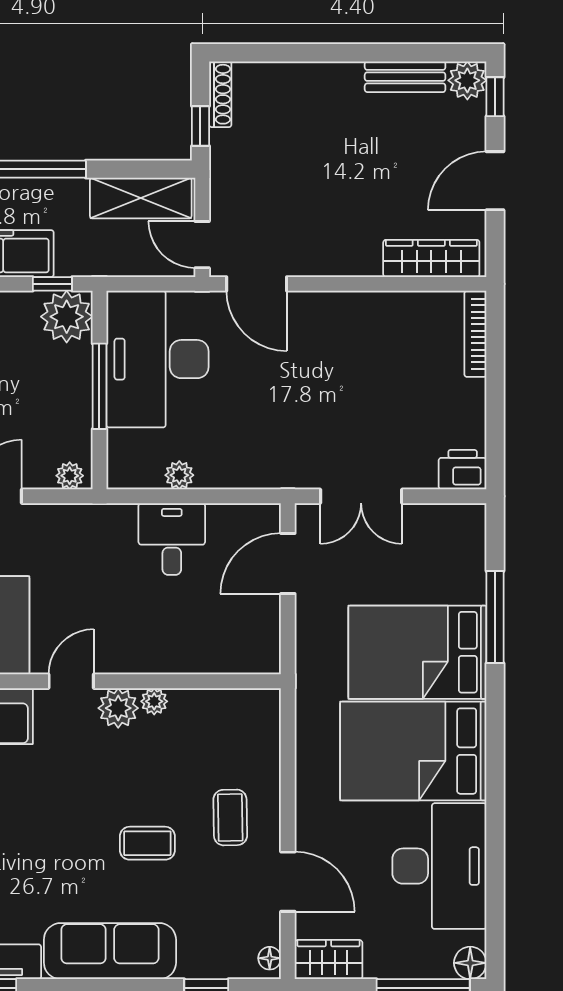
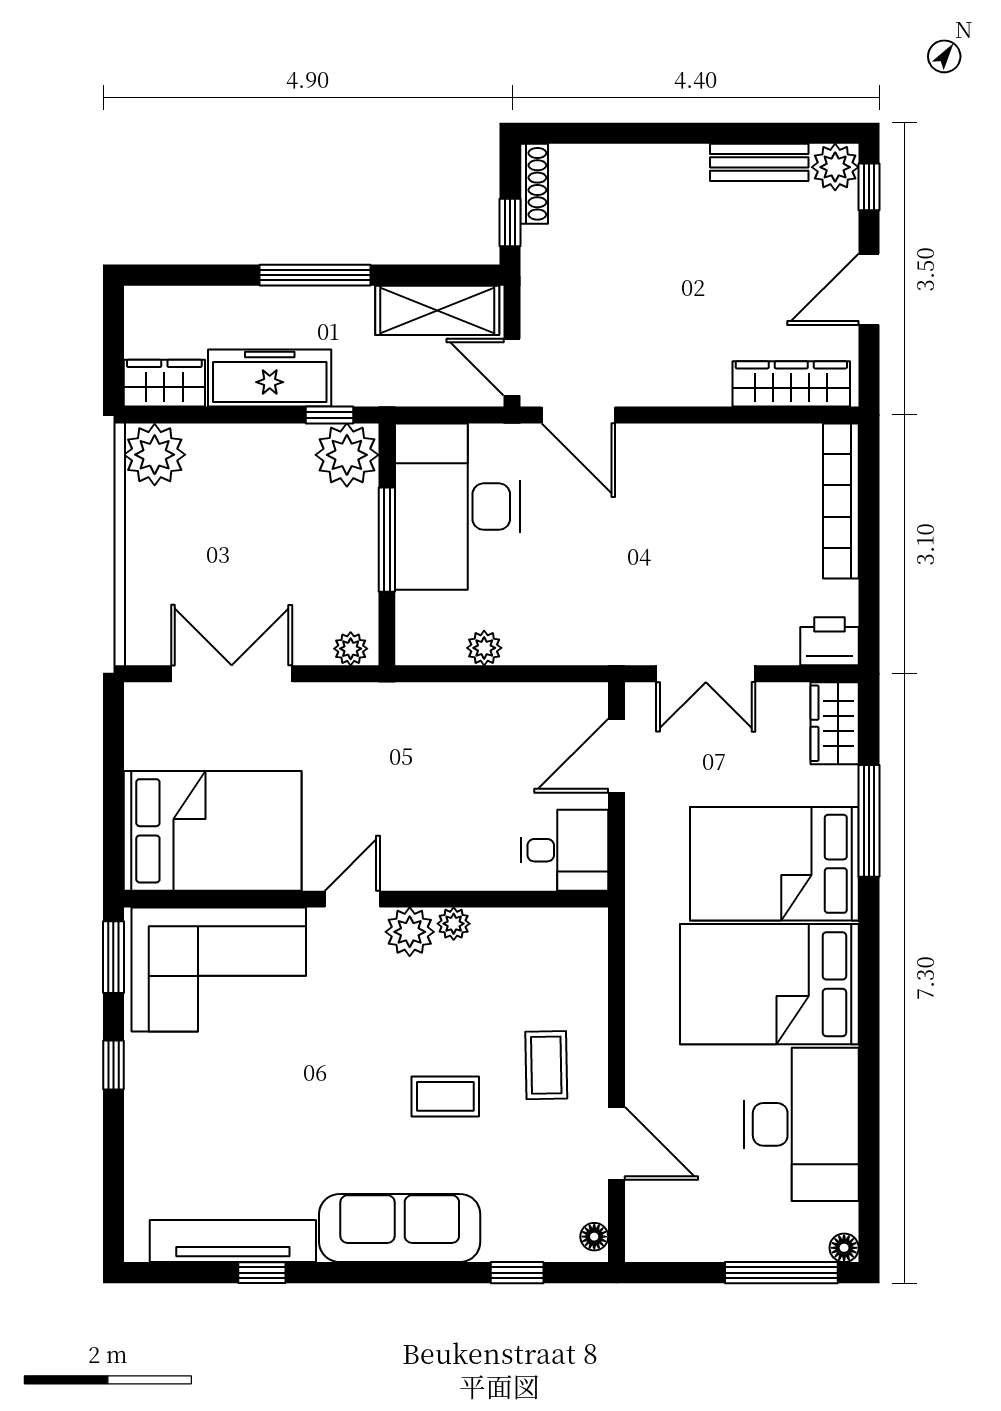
bookcase: (475, 334) -> (841, 501), width x1.48, depth x1.31
desk: (172, 539) -> (564, 850), moved, turned 90
wardrobe: (328, 960) -> (835, 723), moved, turned -90
floor lamp: (470, 963) -> (844, 1248), width x0.73, depth x0.73

